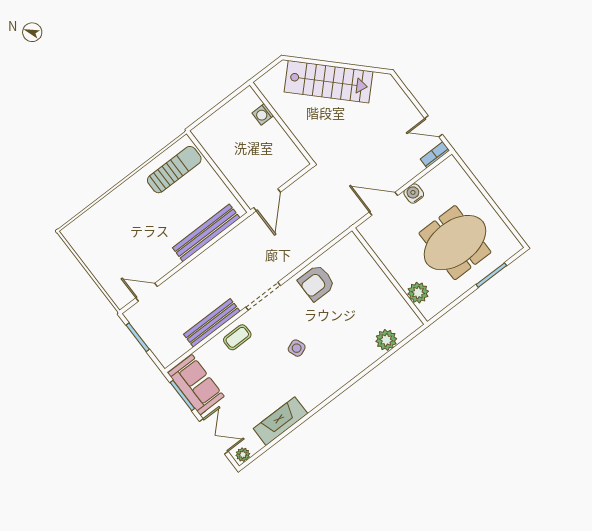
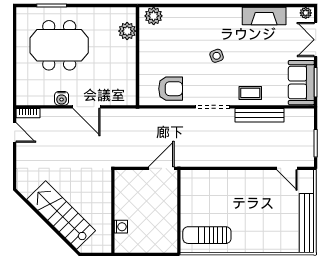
bench: (206, 233) -> (307, 223), moved, turned 90
wall: (390, 276) -> (137, 56), moved
plant: (418, 293) -> (127, 31), moved

